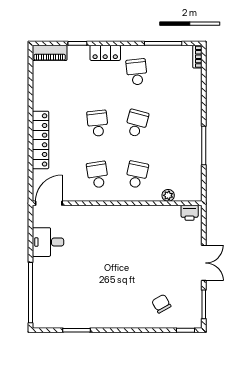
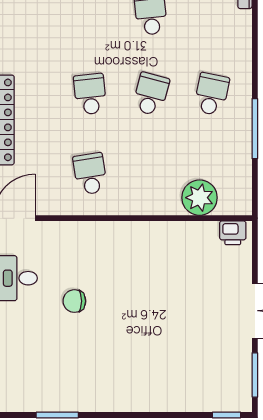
school desk: (137, 175) -> (211, 94), moved
plant: (168, 195) -> (200, 198), width x1.88, depth x1.88
chair: (161, 304) -> (74, 301), moved, turned -60

